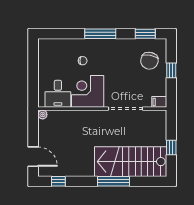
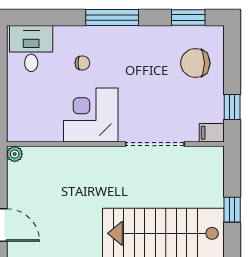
chair: (149, 61) -> (195, 63), turned 79
window: (171, 70) -> (232, 107), moved
desk: (58, 94) -> (31, 48), moved, turned 180

